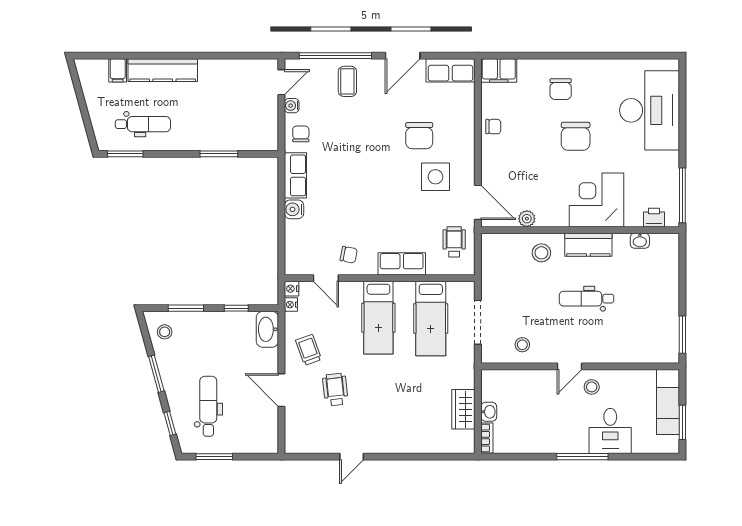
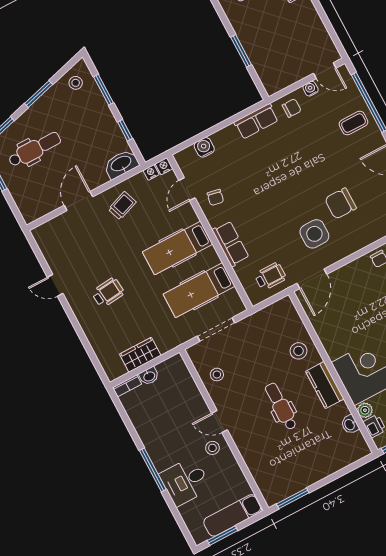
water cooler: (294, 209) -> (204, 147), moved
plant: (527, 219) -> (365, 410), moved
wheelchair: (335, 390) -> (108, 293), moved

